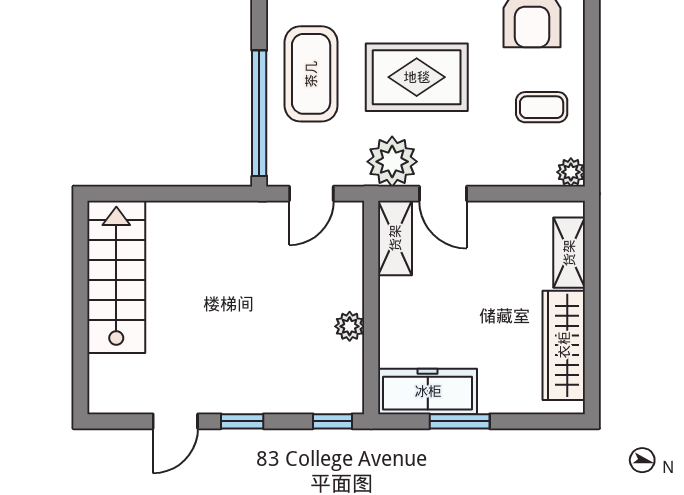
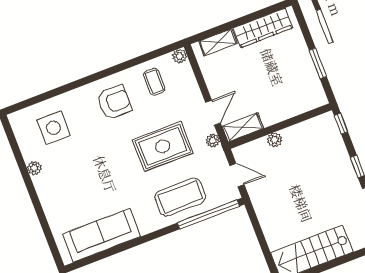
rug: (417, 77) -> (163, 146), turned 90
plant: (392, 162) -> (213, 141), width x0.53, depth x0.53
plant: (350, 326) -> (275, 140), moved
freezer: (428, 391) -> (310, 84), removed

